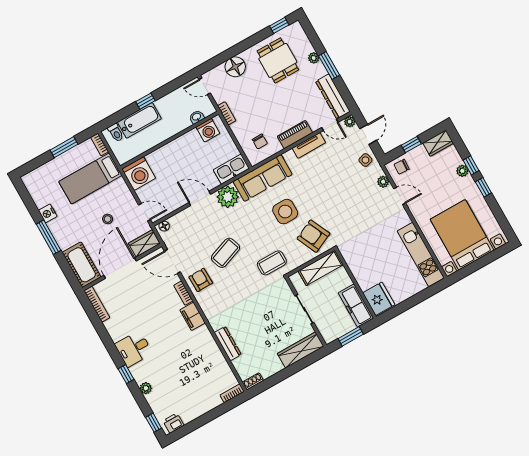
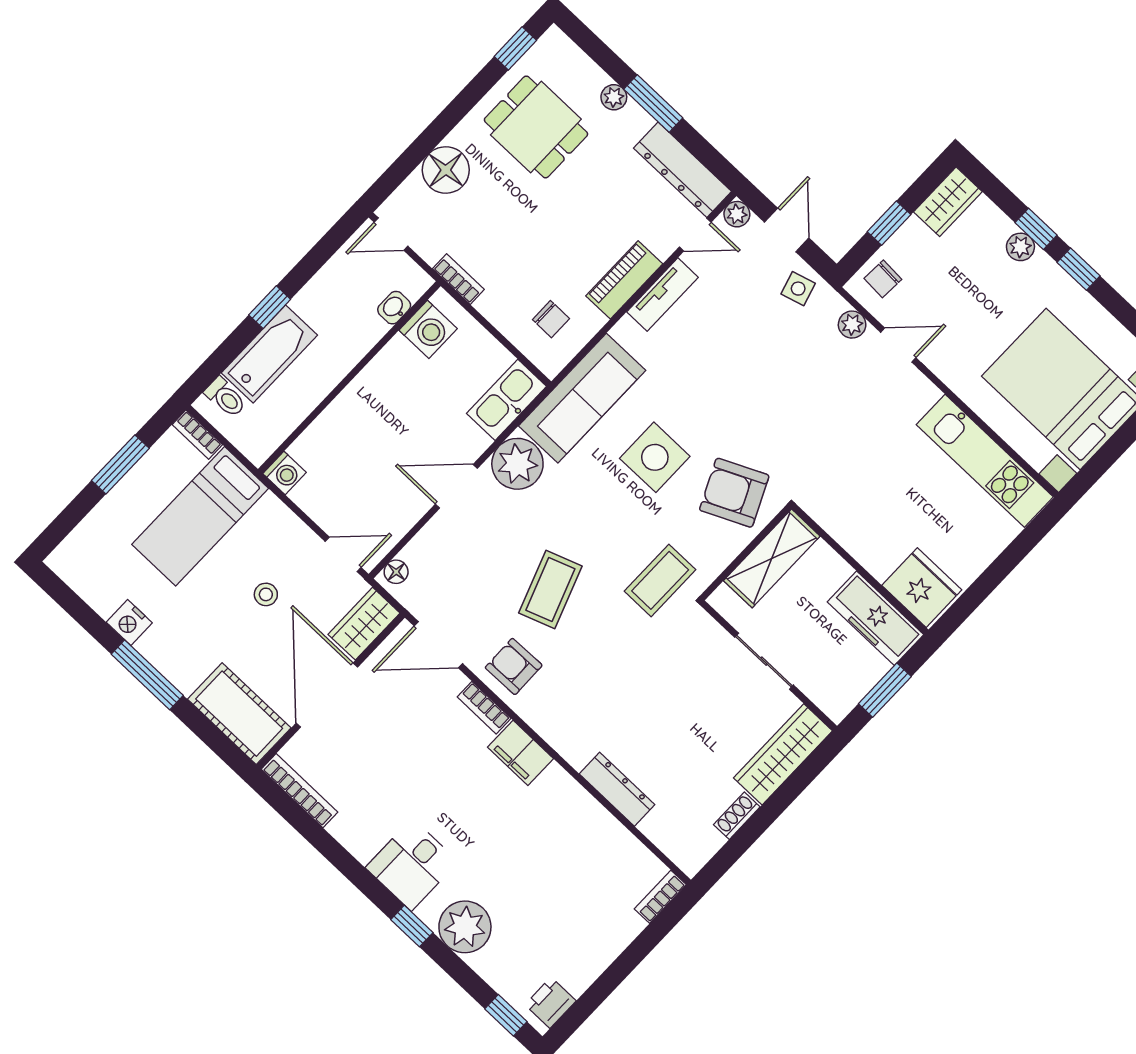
washing machine: (139, 174) -> (285, 473), width x0.53, depth x0.53
shoe rack: (253, 381) -> (737, 816), moved
plant: (146, 388) -> (465, 927), width x1.88, depth x1.88

